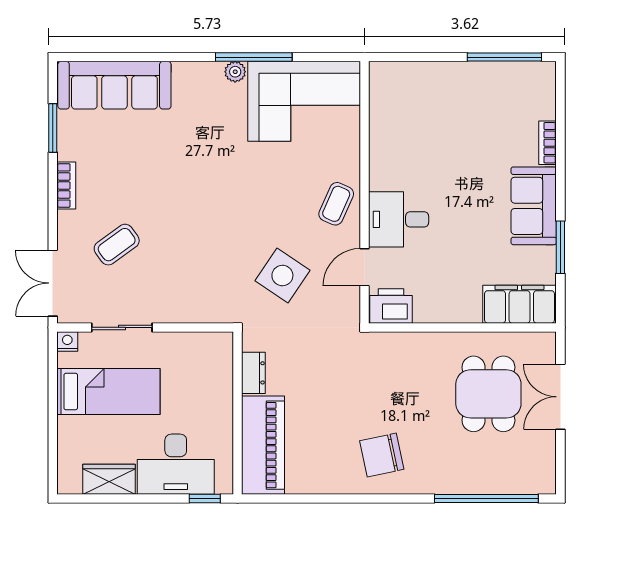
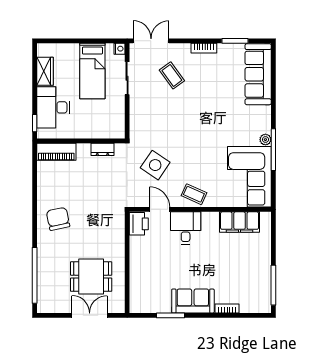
filing cabinet: (520, 304) -> (240, 222), moved, turned 90
piano: (263, 445) -> (56, 152), width x0.73, depth x0.75

